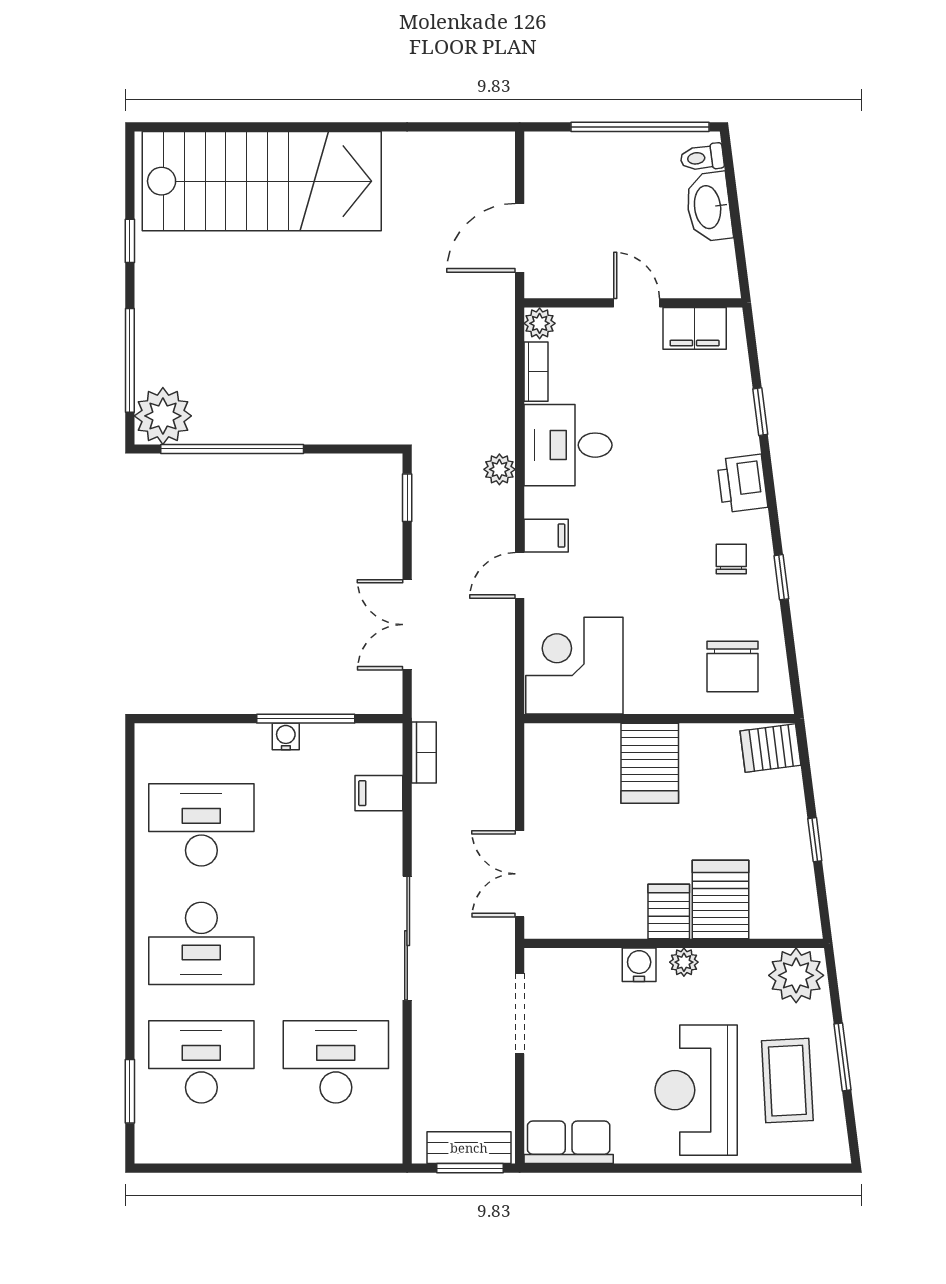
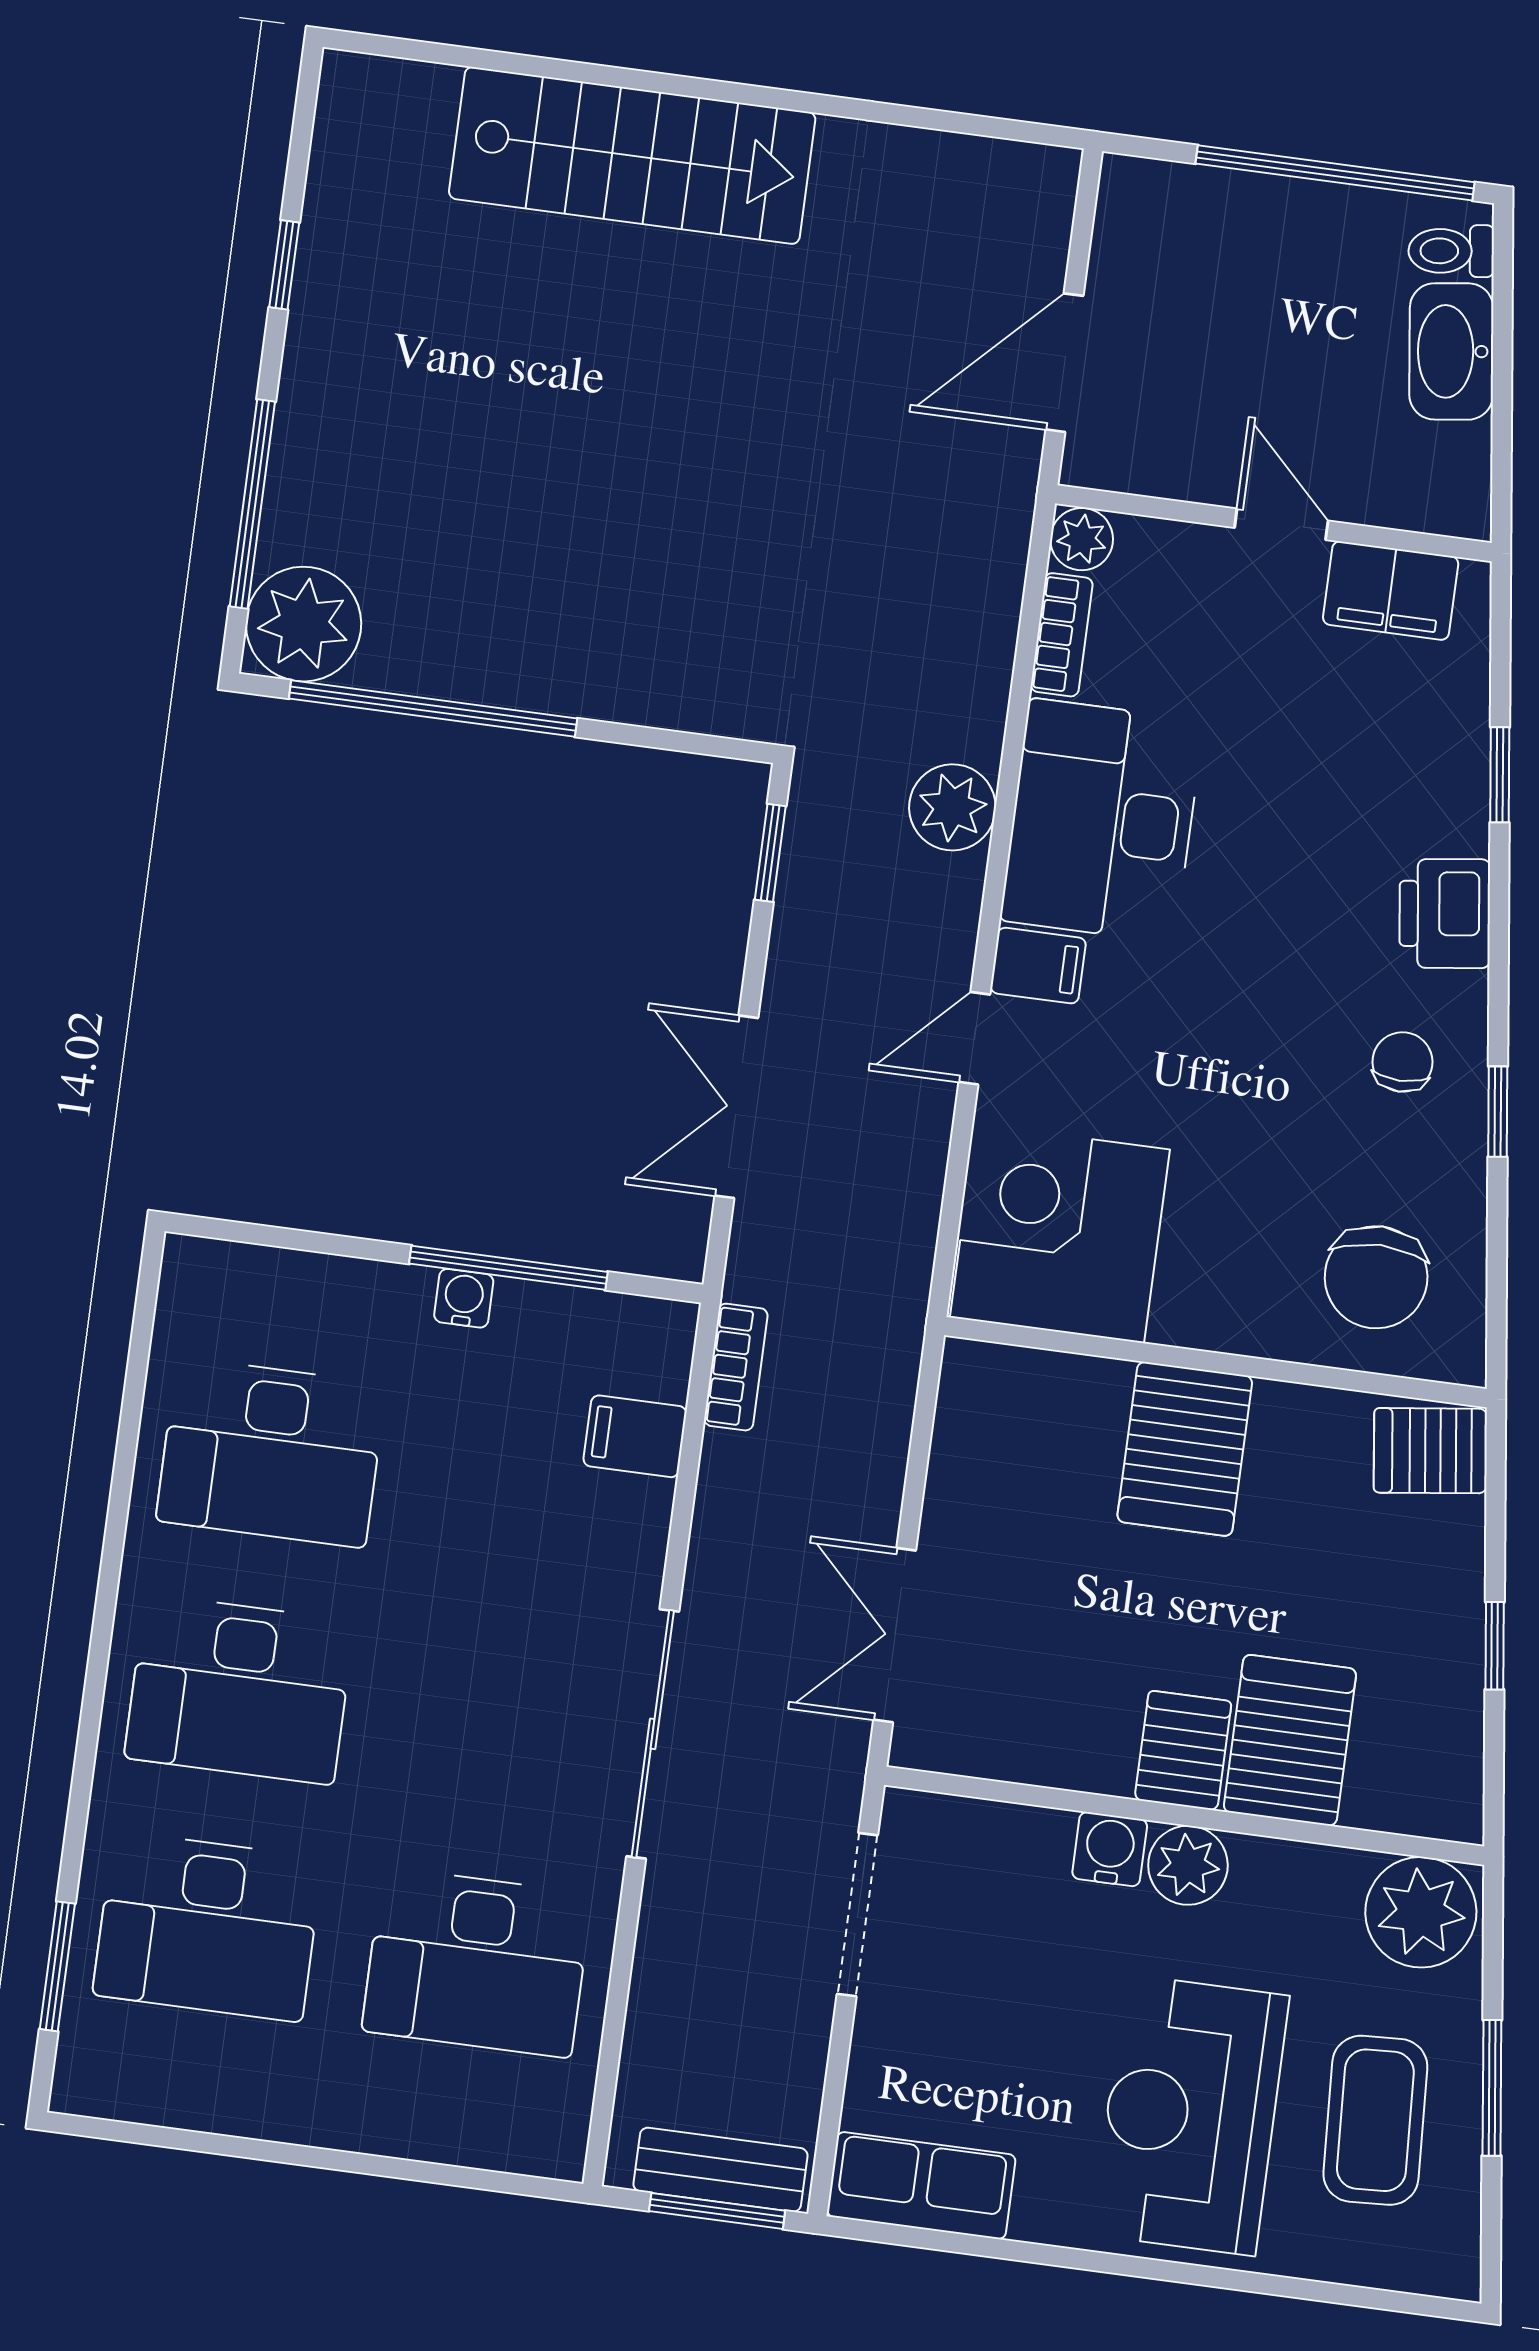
stairs: (262, 181) -> (632, 156), width x0.73, depth x0.66
desk: (568, 445) -> (1102, 821), width x1.37
plant: (499, 469) -> (952, 807), width x1.38, depth x1.38
desk: (201, 825) -> (271, 1452), turned 180
plant: (684, 962) -> (1188, 1865), width x1.38, depth x1.38
desk: (201, 1062) -> (208, 1927), turned 180
desk: (336, 1062) -> (477, 1963), turned 180

